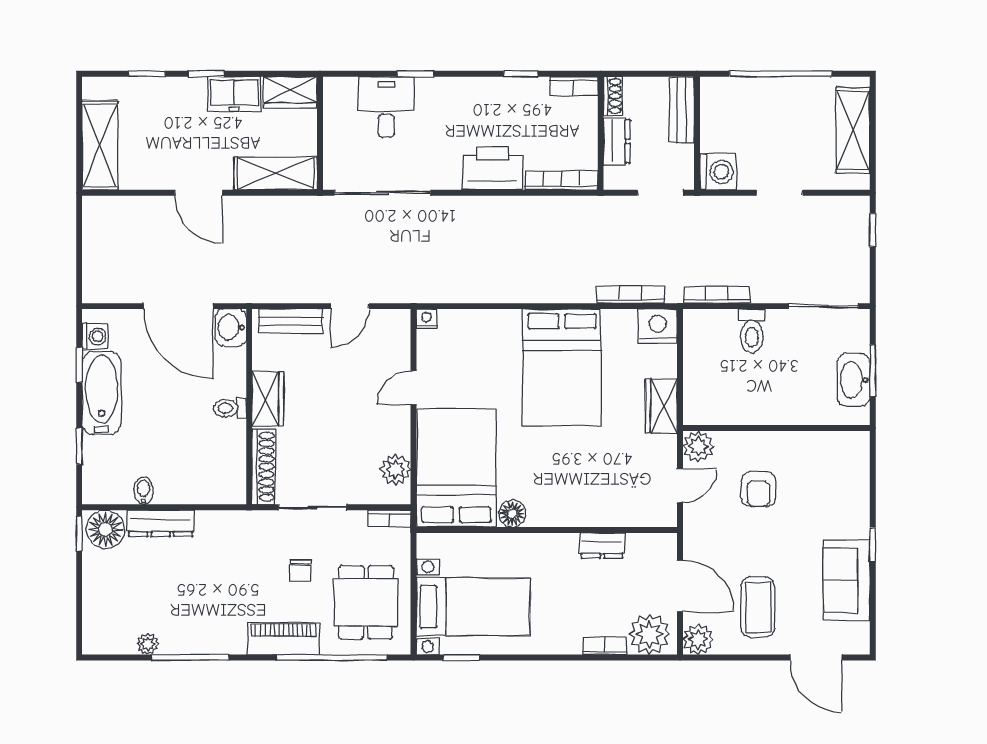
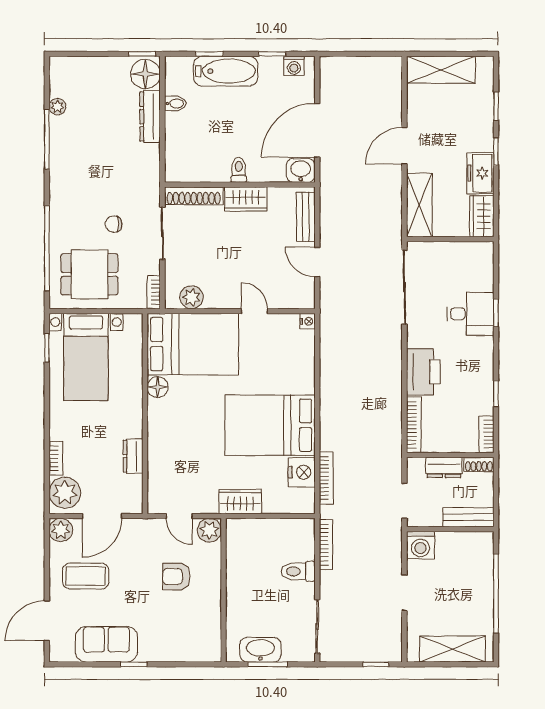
desk: (386, 107) -> (470, 314), moved
nightstand: (658, 326) -> (302, 472), moved
bathtub: (102, 393) -> (226, 71), moved
piano: (284, 639) -> (61, 211), removed

